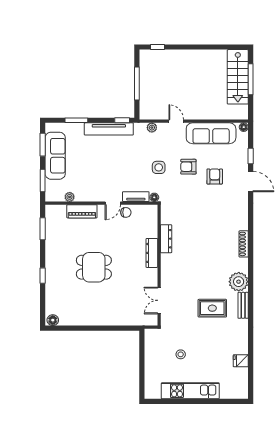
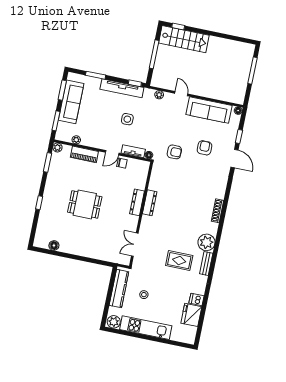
stairs: (238, 77) -> (184, 39), moved, turned -90
side table: (159, 167) -> (127, 119), moved
armchair: (188, 167) -> (174, 152), moved, turned 180
plant: (50, 210) -> (57, 148), added
dresser: (166, 239) -> (150, 203), moved
floor lamp: (53, 320) -> (54, 246), moved
dishwasher: (241, 348) -> (197, 299), added
kitchen counter: (151, 353) -> (119, 289), added
fridge: (241, 361) -> (191, 315), width x1.88, depth x1.34
plant: (153, 392) -> (114, 322), added

